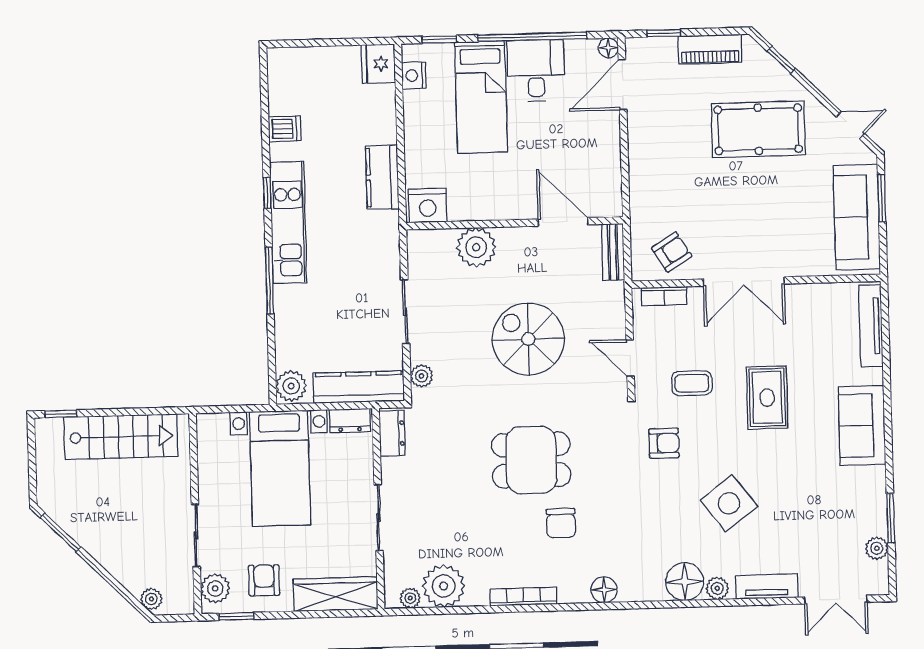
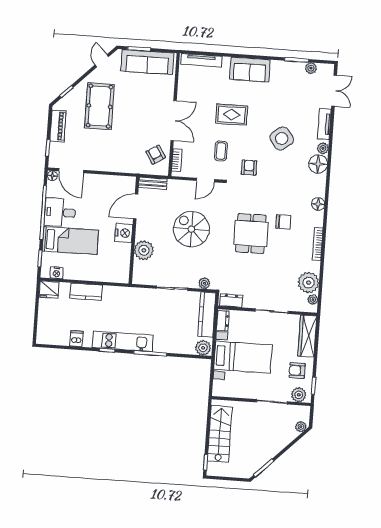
kitchen counter: (382, 177) -> (86, 292), moved
nightstand: (428, 206) -> (124, 233), moved
spiral stairs: (528, 339) -> (191, 229), turned 90

